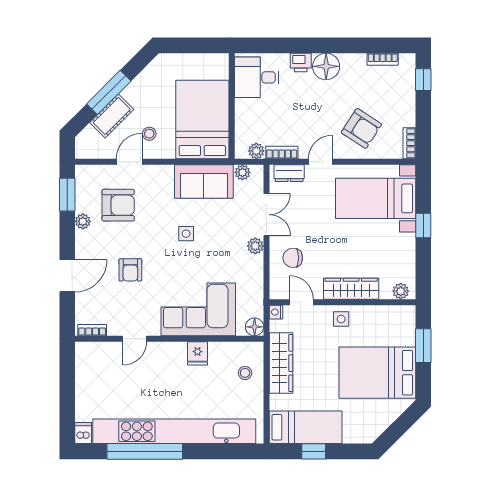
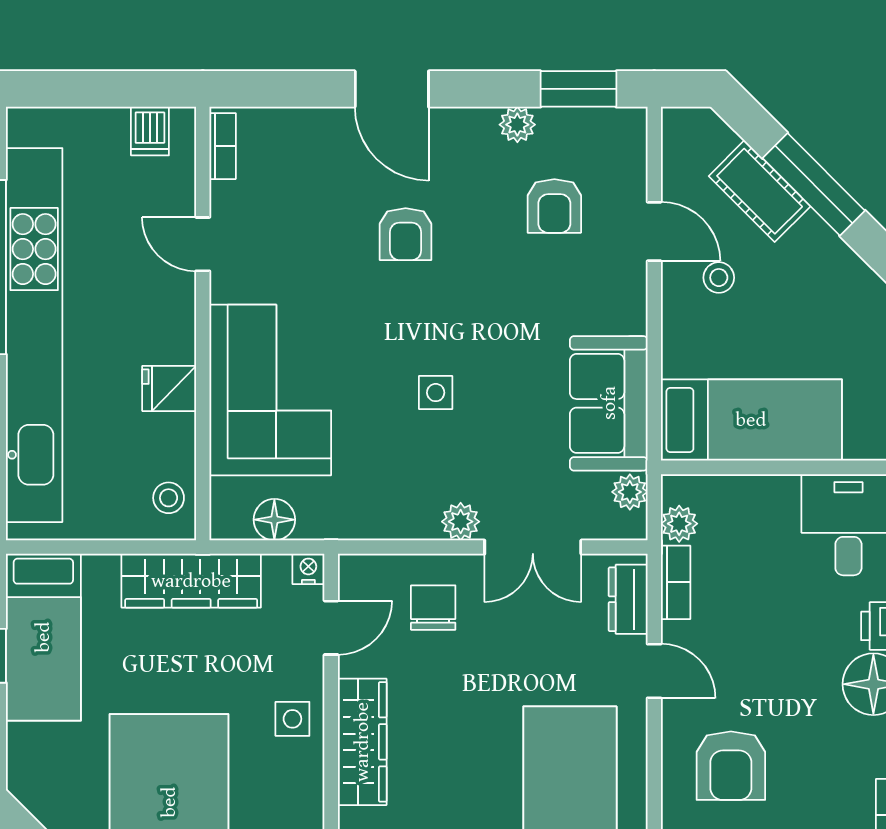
bed: (202, 120) -> (751, 420), width x0.67
armchair: (361, 128) -> (731, 766), turned -33
armchair: (118, 205) -> (554, 206), width x0.72, depth x0.72
side table: (186, 234) -> (436, 393), moved
armchair: (130, 270) -> (406, 234), turned -90
corner sofa: (198, 309) -> (270, 390), moved
bookcase: (92, 330) -> (223, 146), moved
door: (135, 339) -> (203, 244), moved
wall: (169, 339) -> (203, 324), moved
fridge: (197, 353) -> (169, 388), moved
dishwasher: (83, 433) -> (150, 131), moved, turned 90

